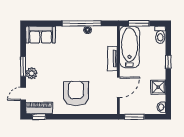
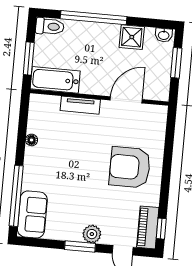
window: (82, 23) -> (16, 196), moved
bathtub: (129, 47) -> (55, 80), width x0.73, depth x0.73
window: (168, 62) -> (94, 18), width x3.17
door: (118, 87) -> (126, 100), hinge flipped
window: (134, 117) -> (176, 63), moved

